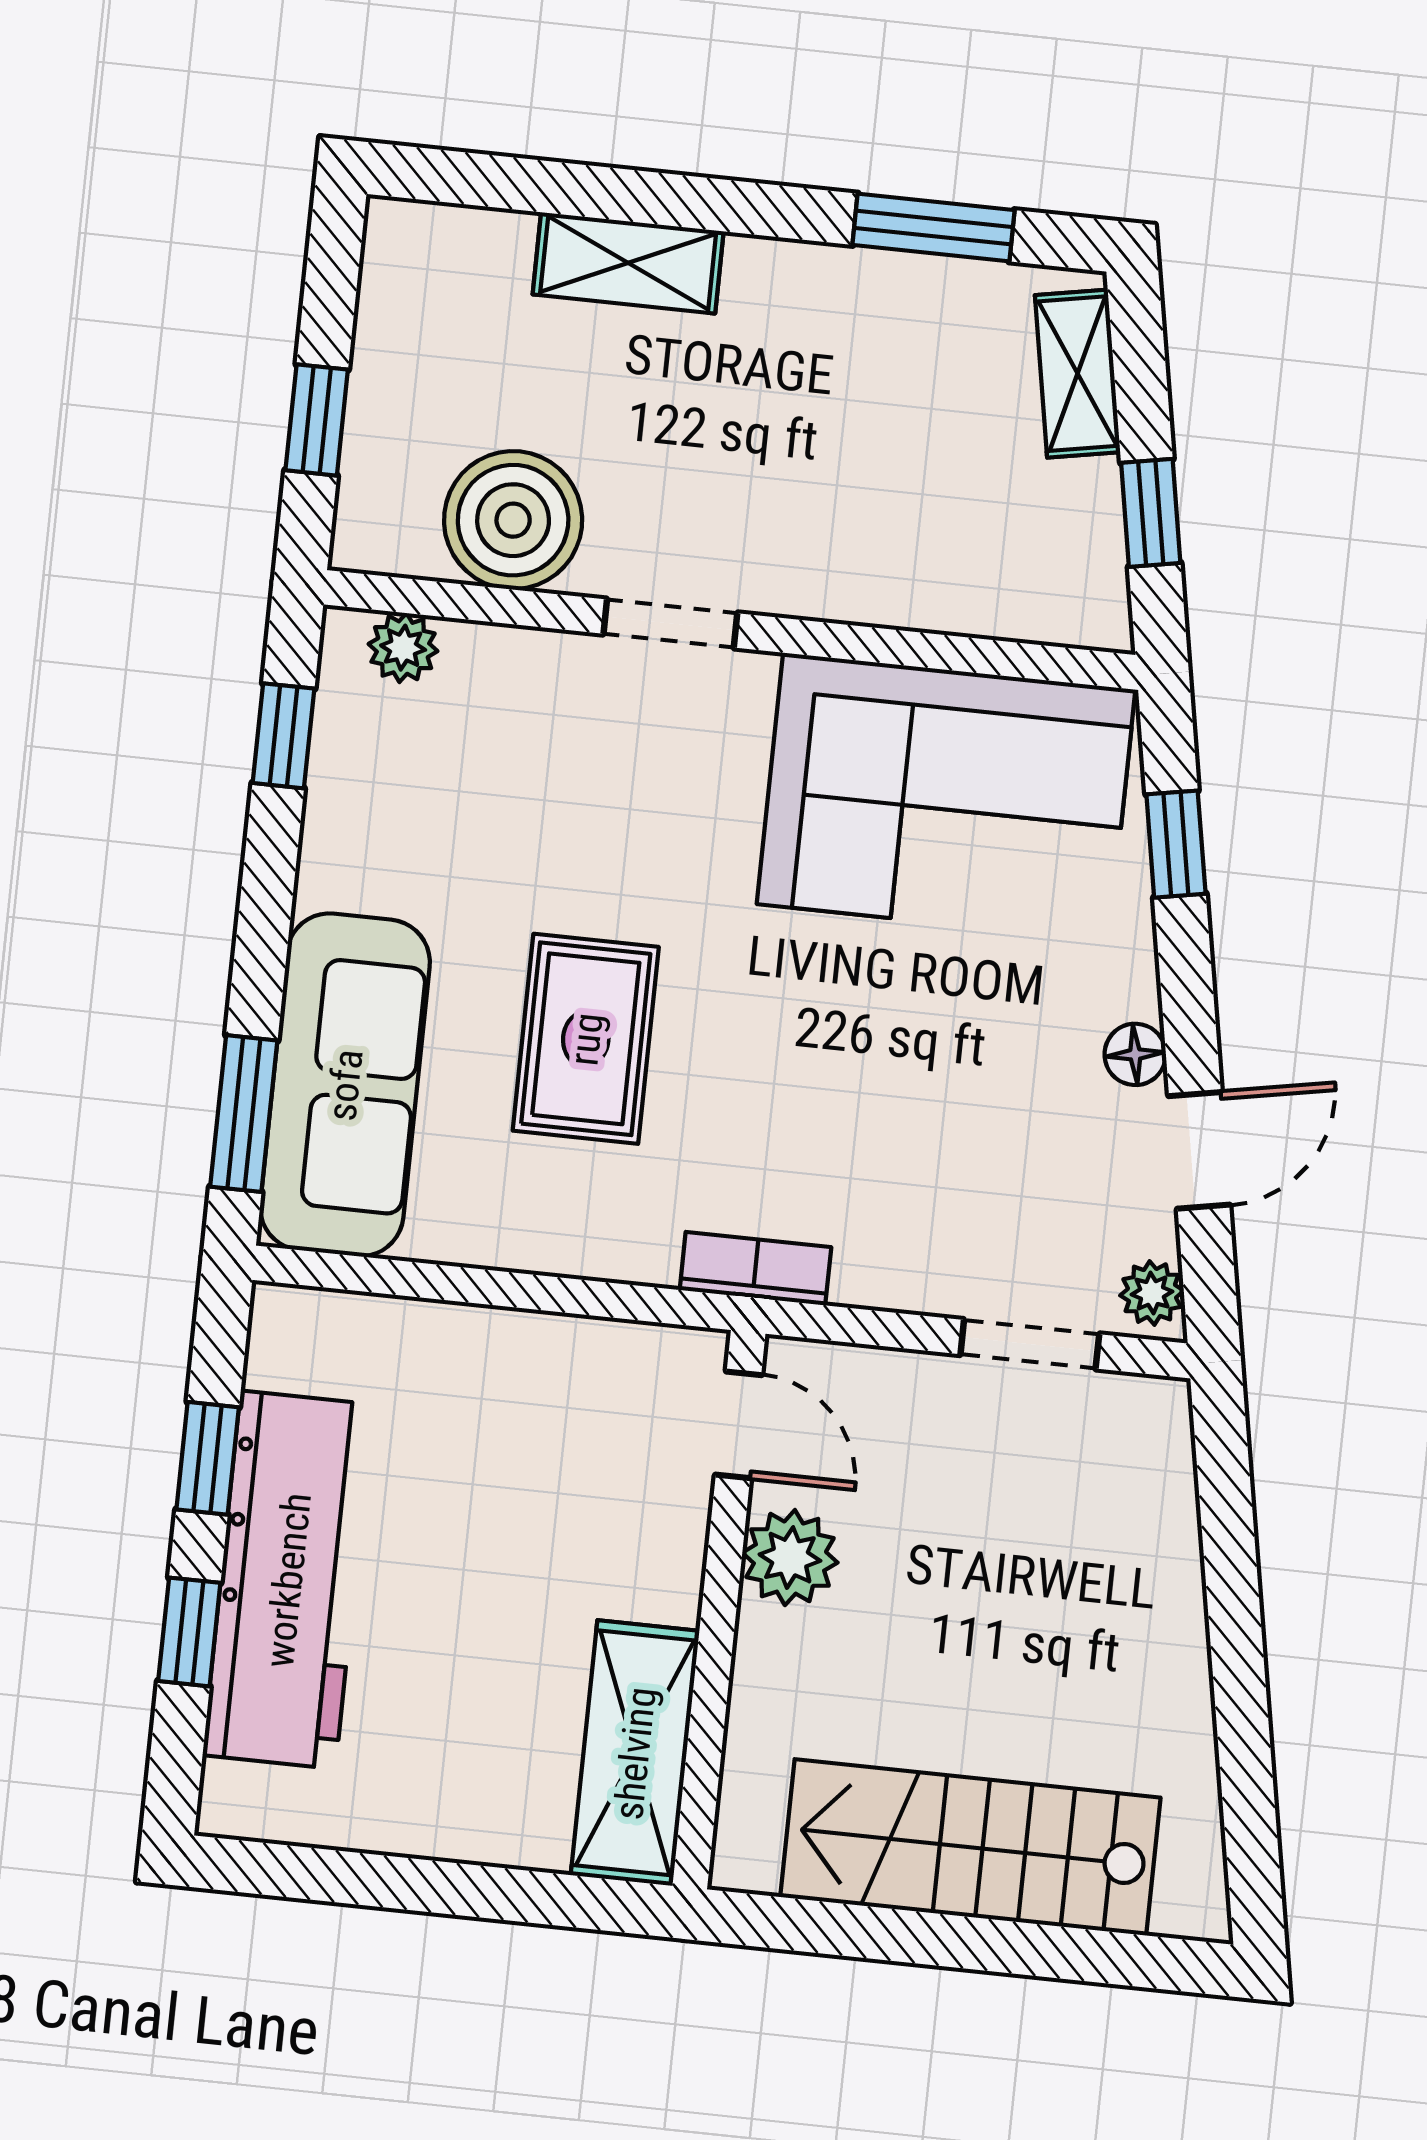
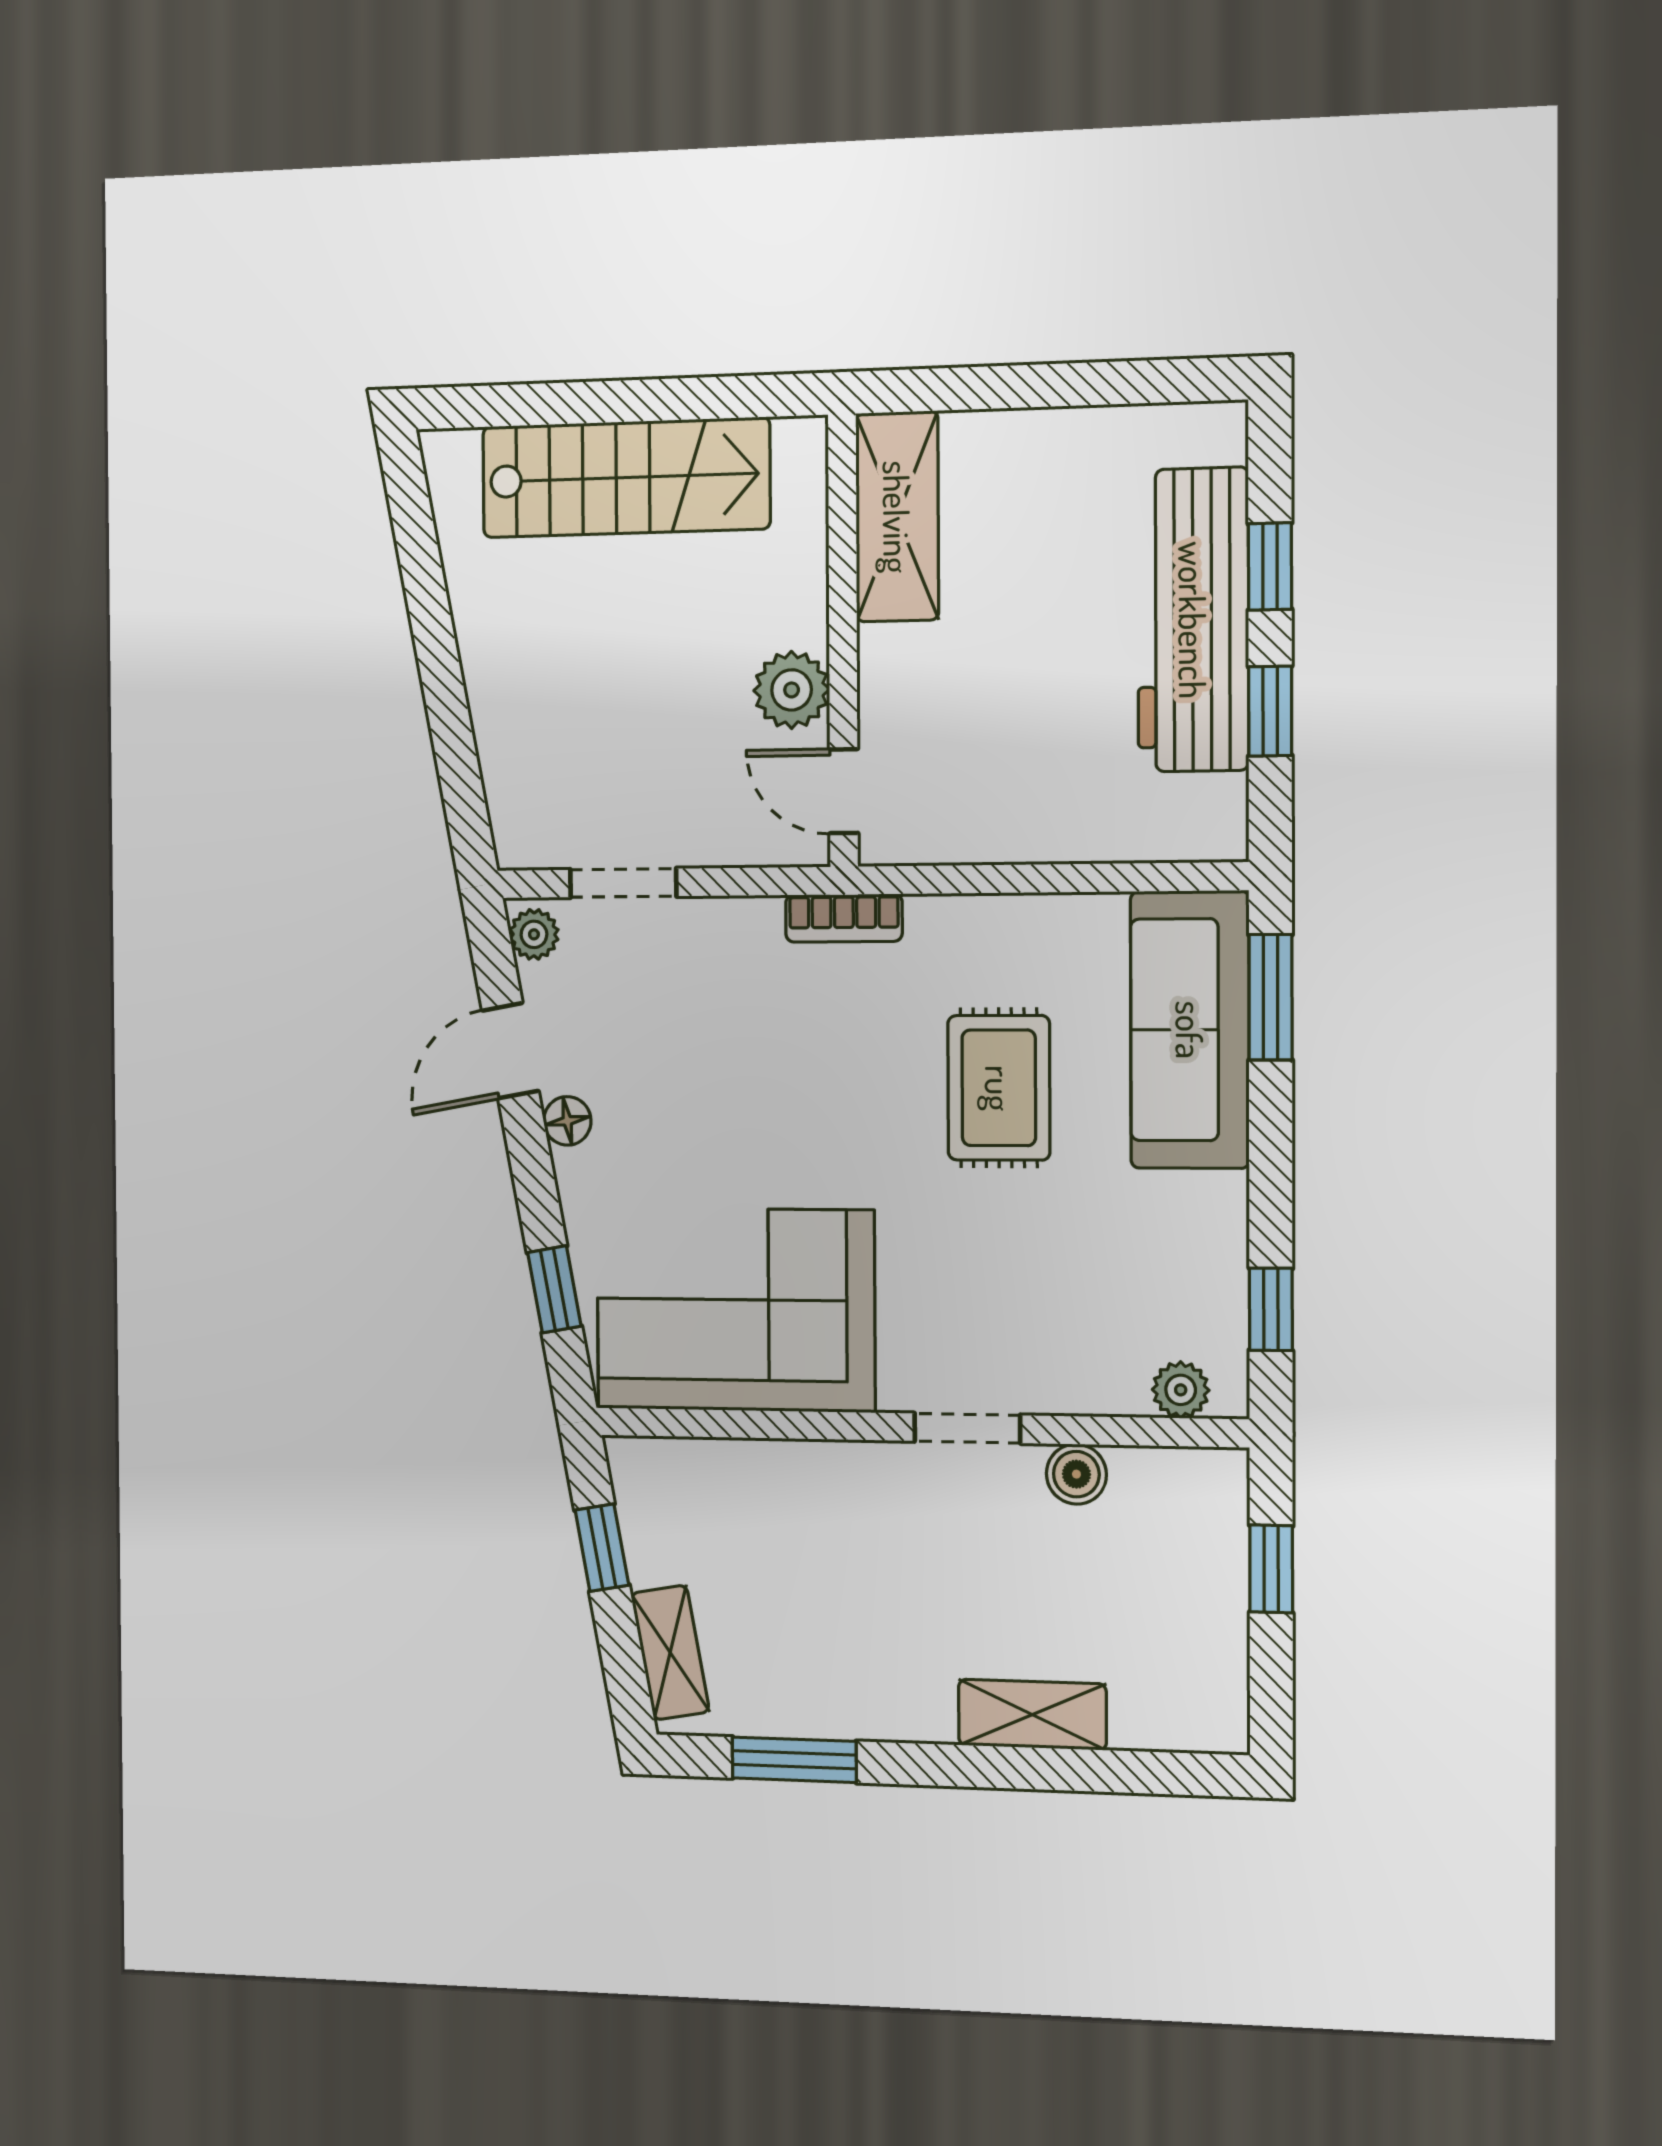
boiler: (513, 520) -> (1076, 1474), width x0.54, depth x0.54

